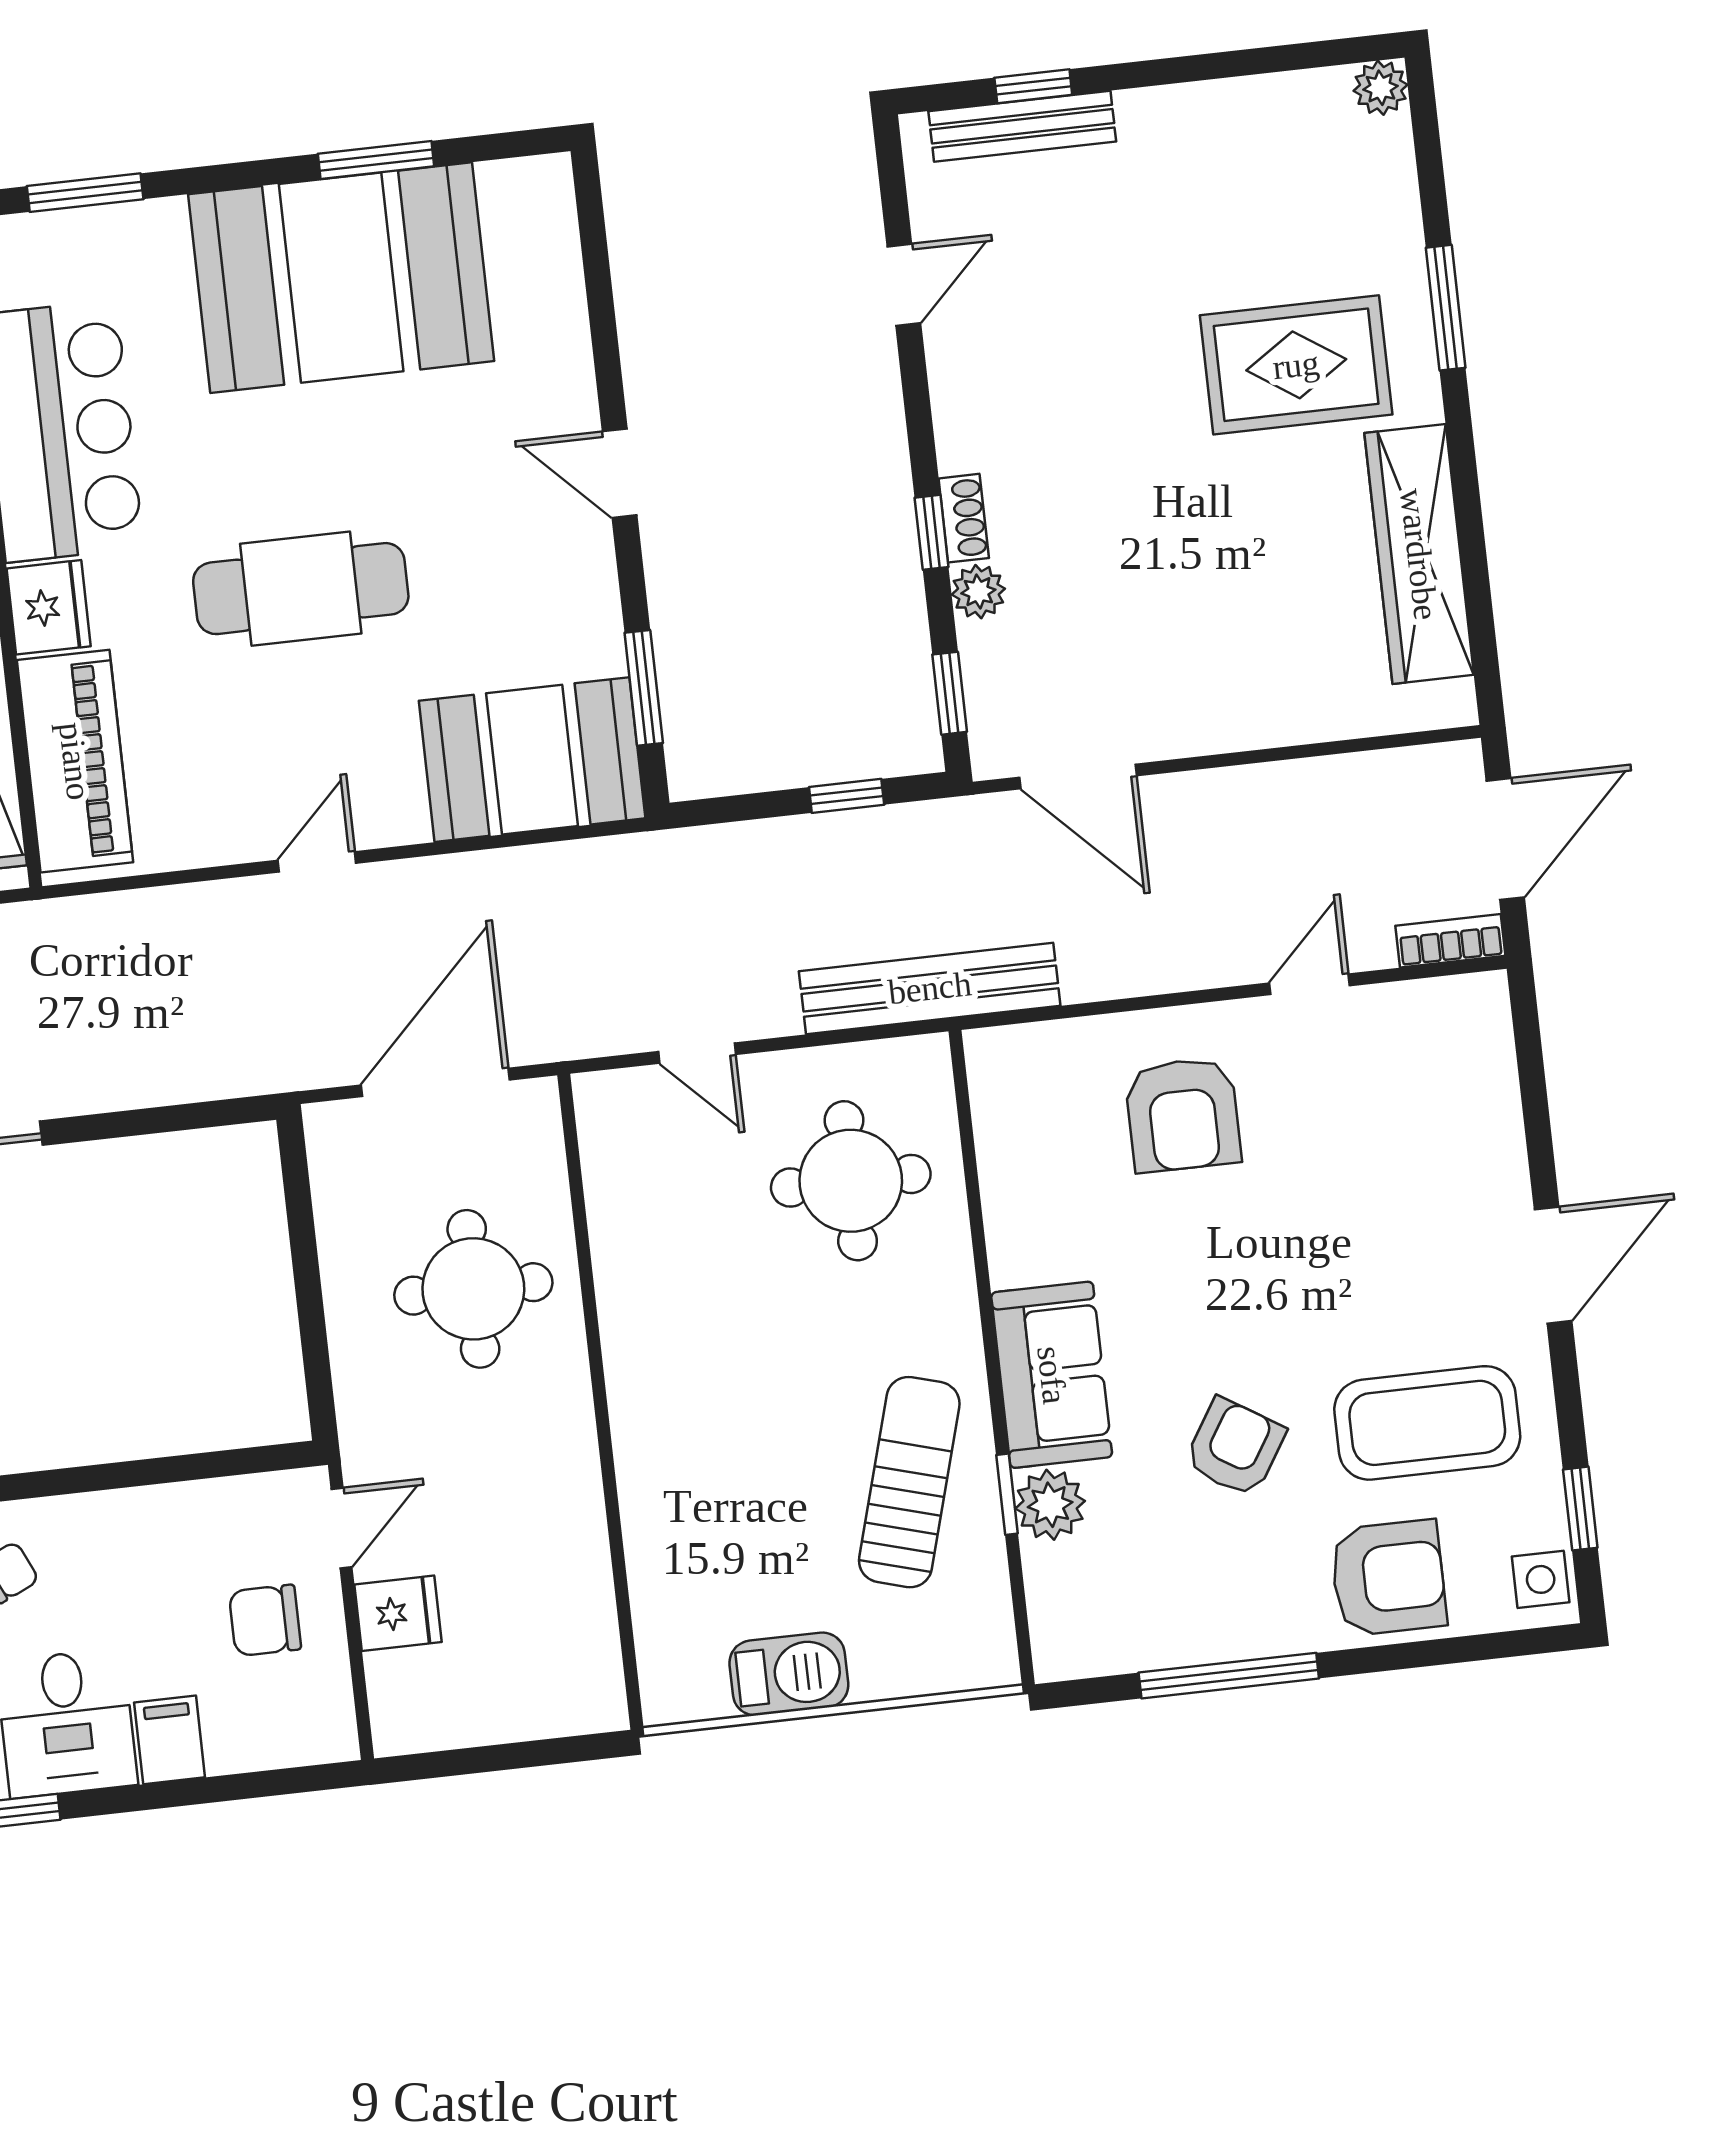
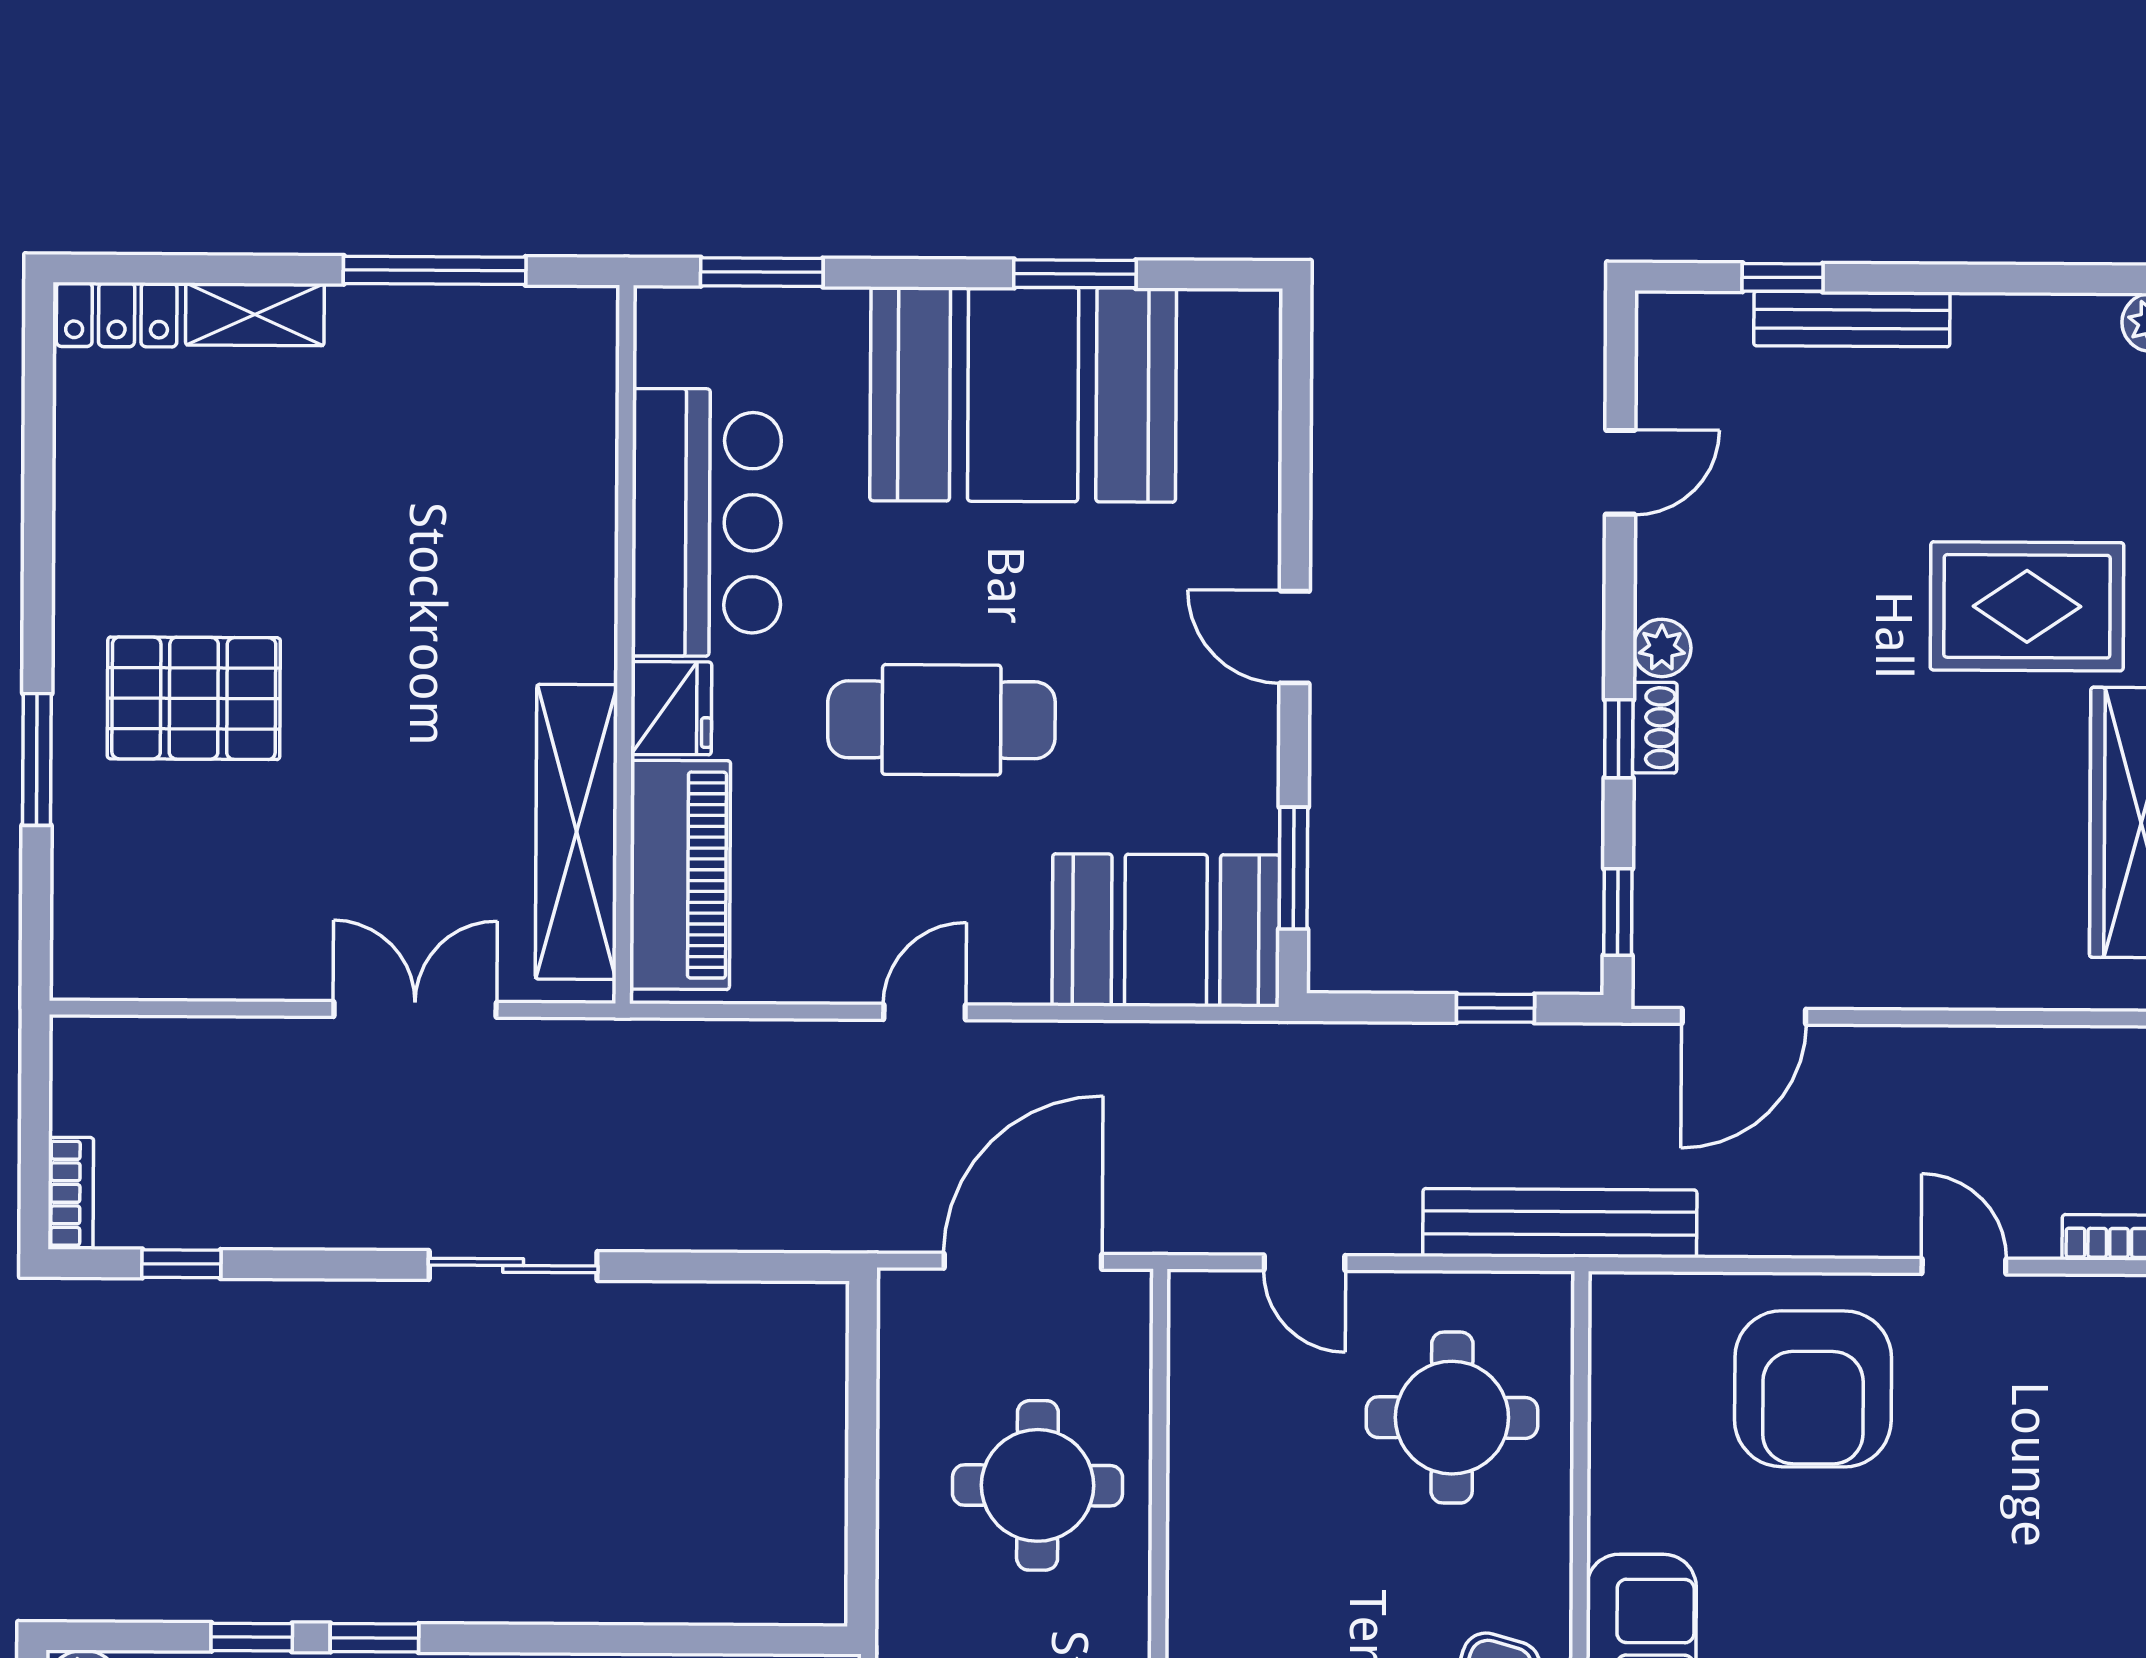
bench: (1022, 126) -> (1852, 319), moved
plant: (978, 592) -> (1662, 648), moved
door: (1078, 776) -> (1744, 1016), hinge flipped
door: (1310, 984) -> (1964, 1266), hinge flipped
armchair: (1183, 1115) -> (1813, 1389), width x1.36, depth x1.36

